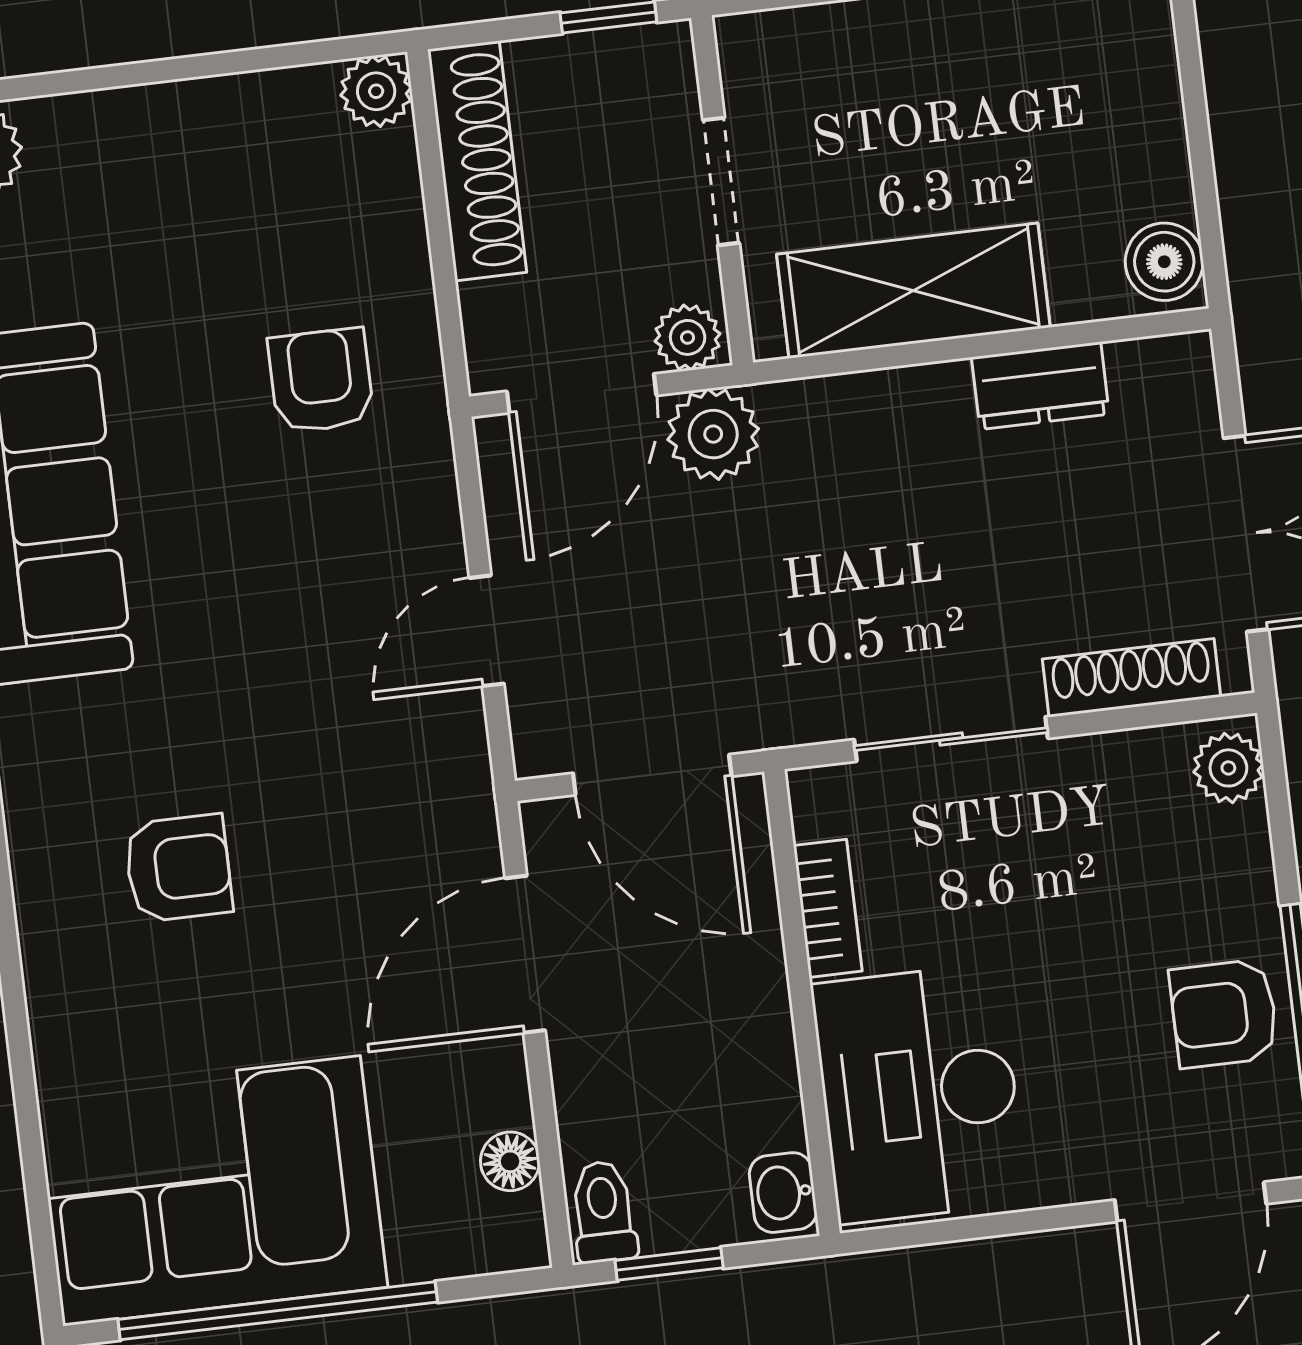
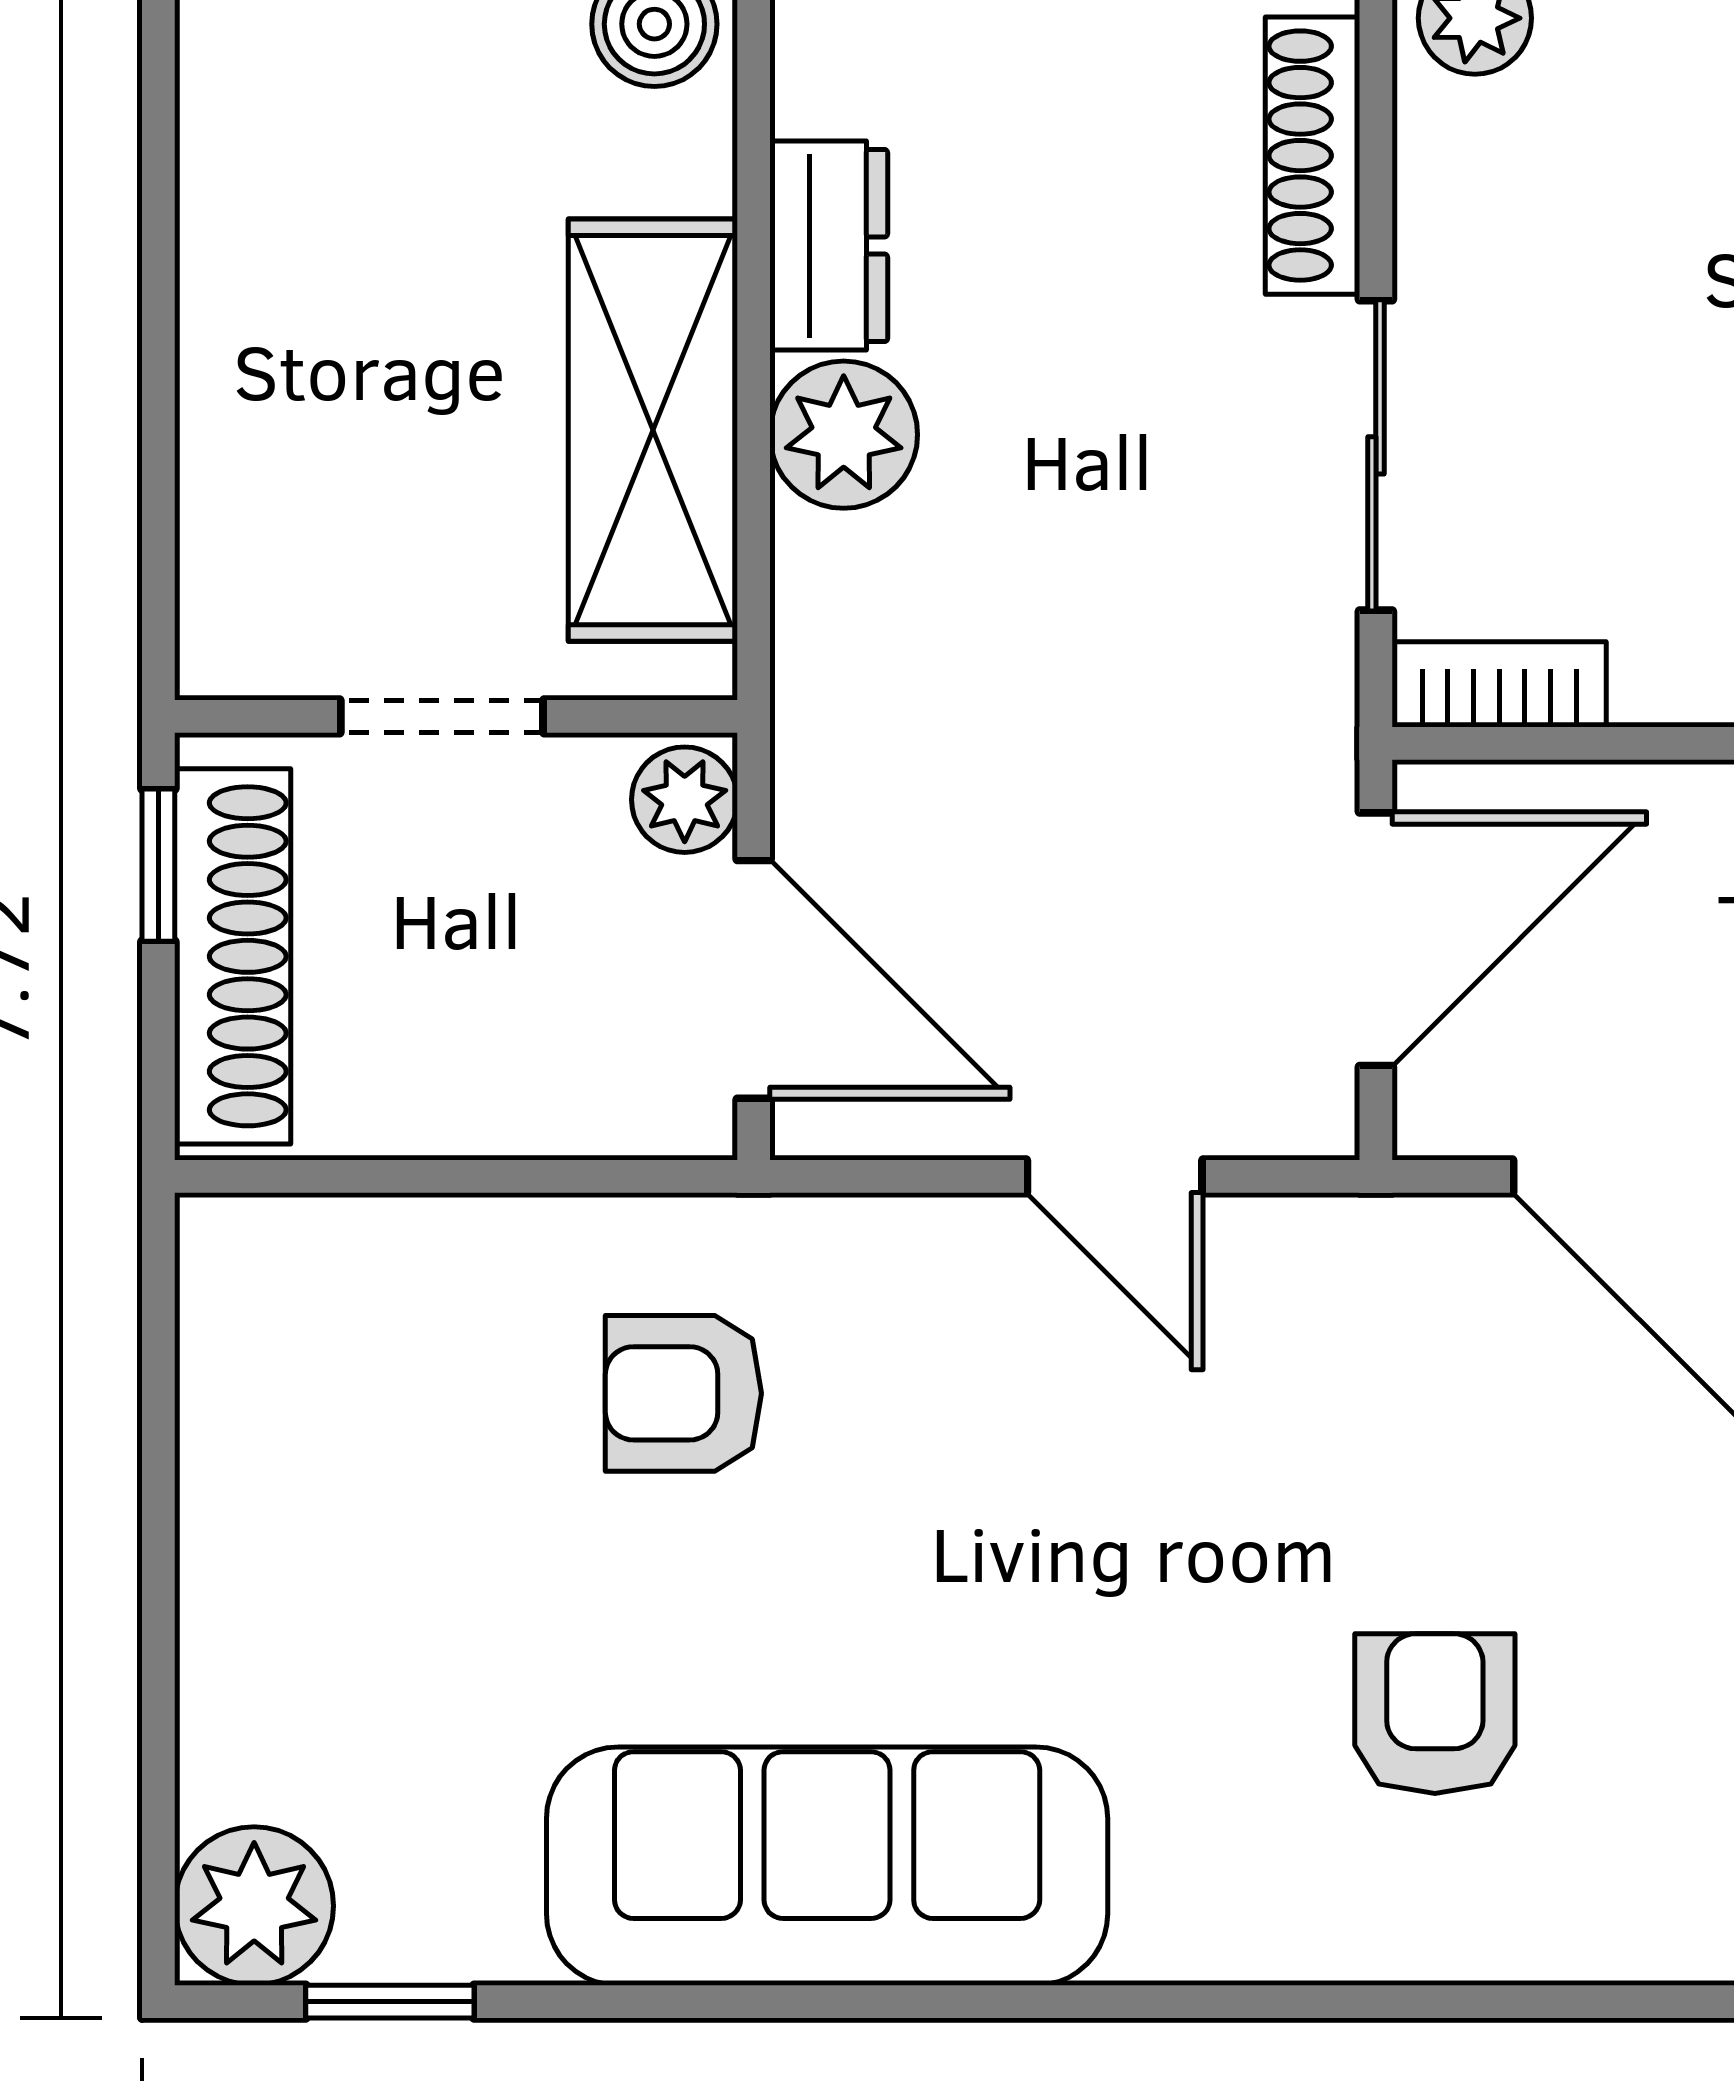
plant: (376, 91) -> (232, 1250), removed
shoe rack: (477, 161) -> (233, 956), moved, turned 90
plant: (713, 434) -> (844, 435), moved
bookcase: (828, 908) -> (1499, 684), moved

